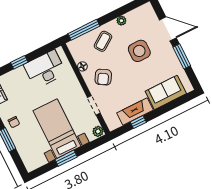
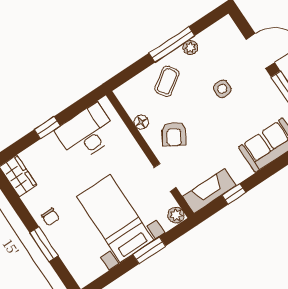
window: (84, 30) -> (172, 44), moved
side table: (139, 51) -> (222, 89), width x0.54, depth x0.54
fireplace: (135, 112) -> (209, 191), moved
window: (66, 158) -> (149, 250), moved

